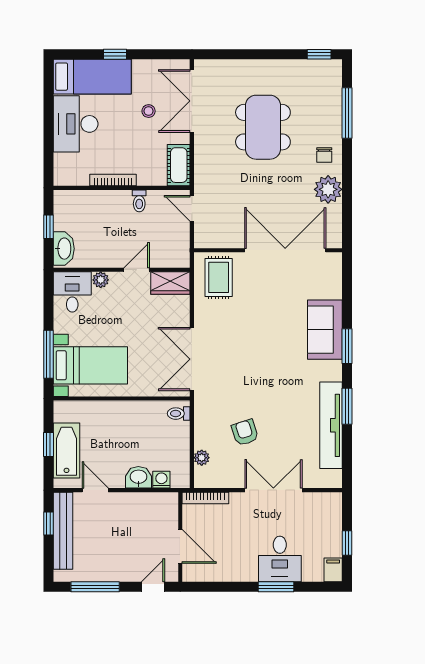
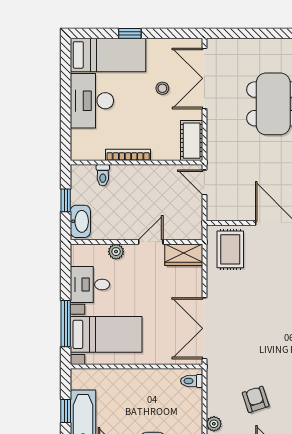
toilet: (139, 201) -> (103, 175), moved
desk: (72, 292) -> (90, 285), moved, turned -90

